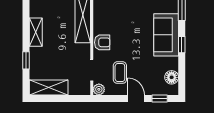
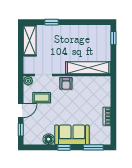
shelving: (36, 32) -> (74, 30), removed
floor lamp: (172, 77) -> (49, 139), moved

